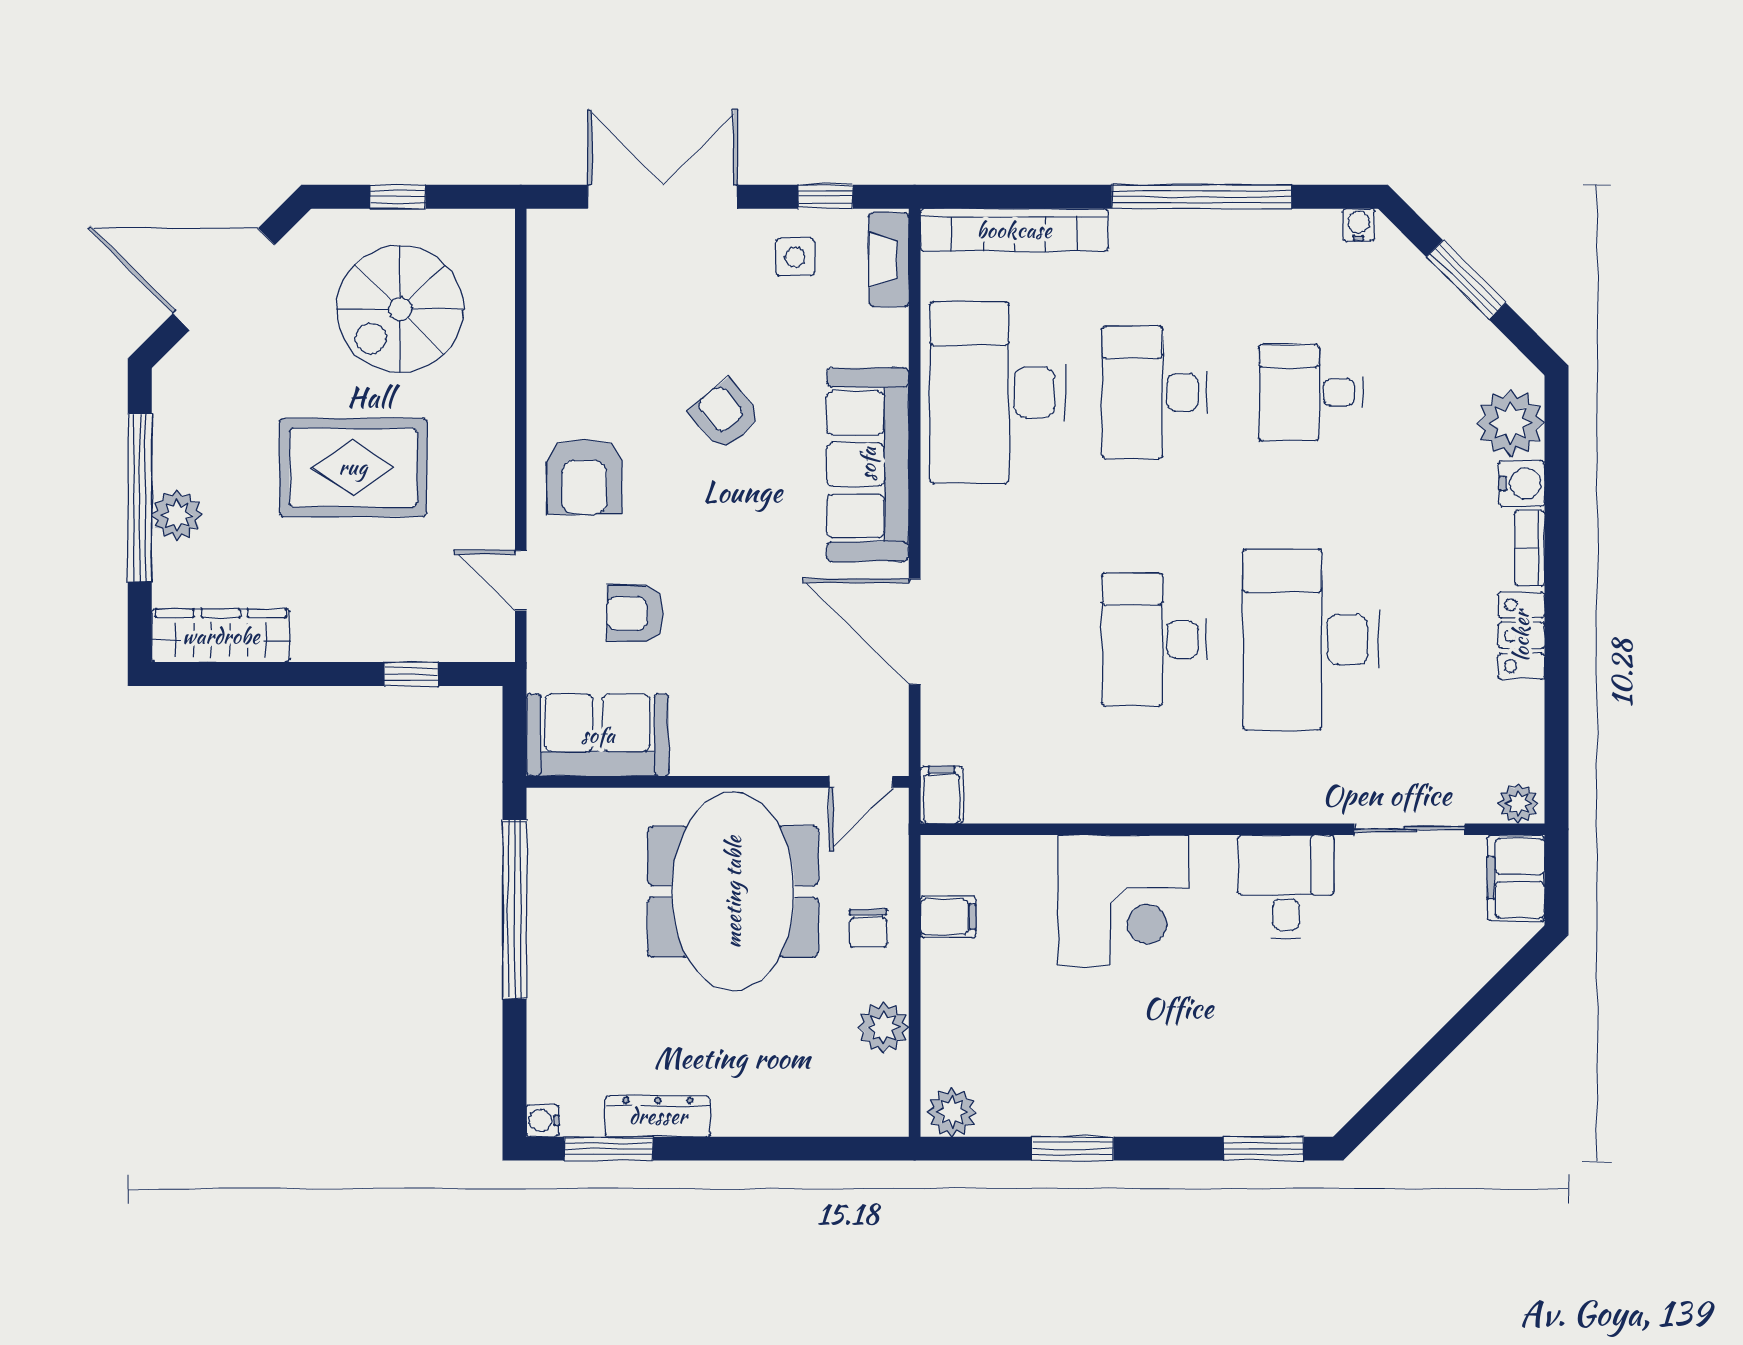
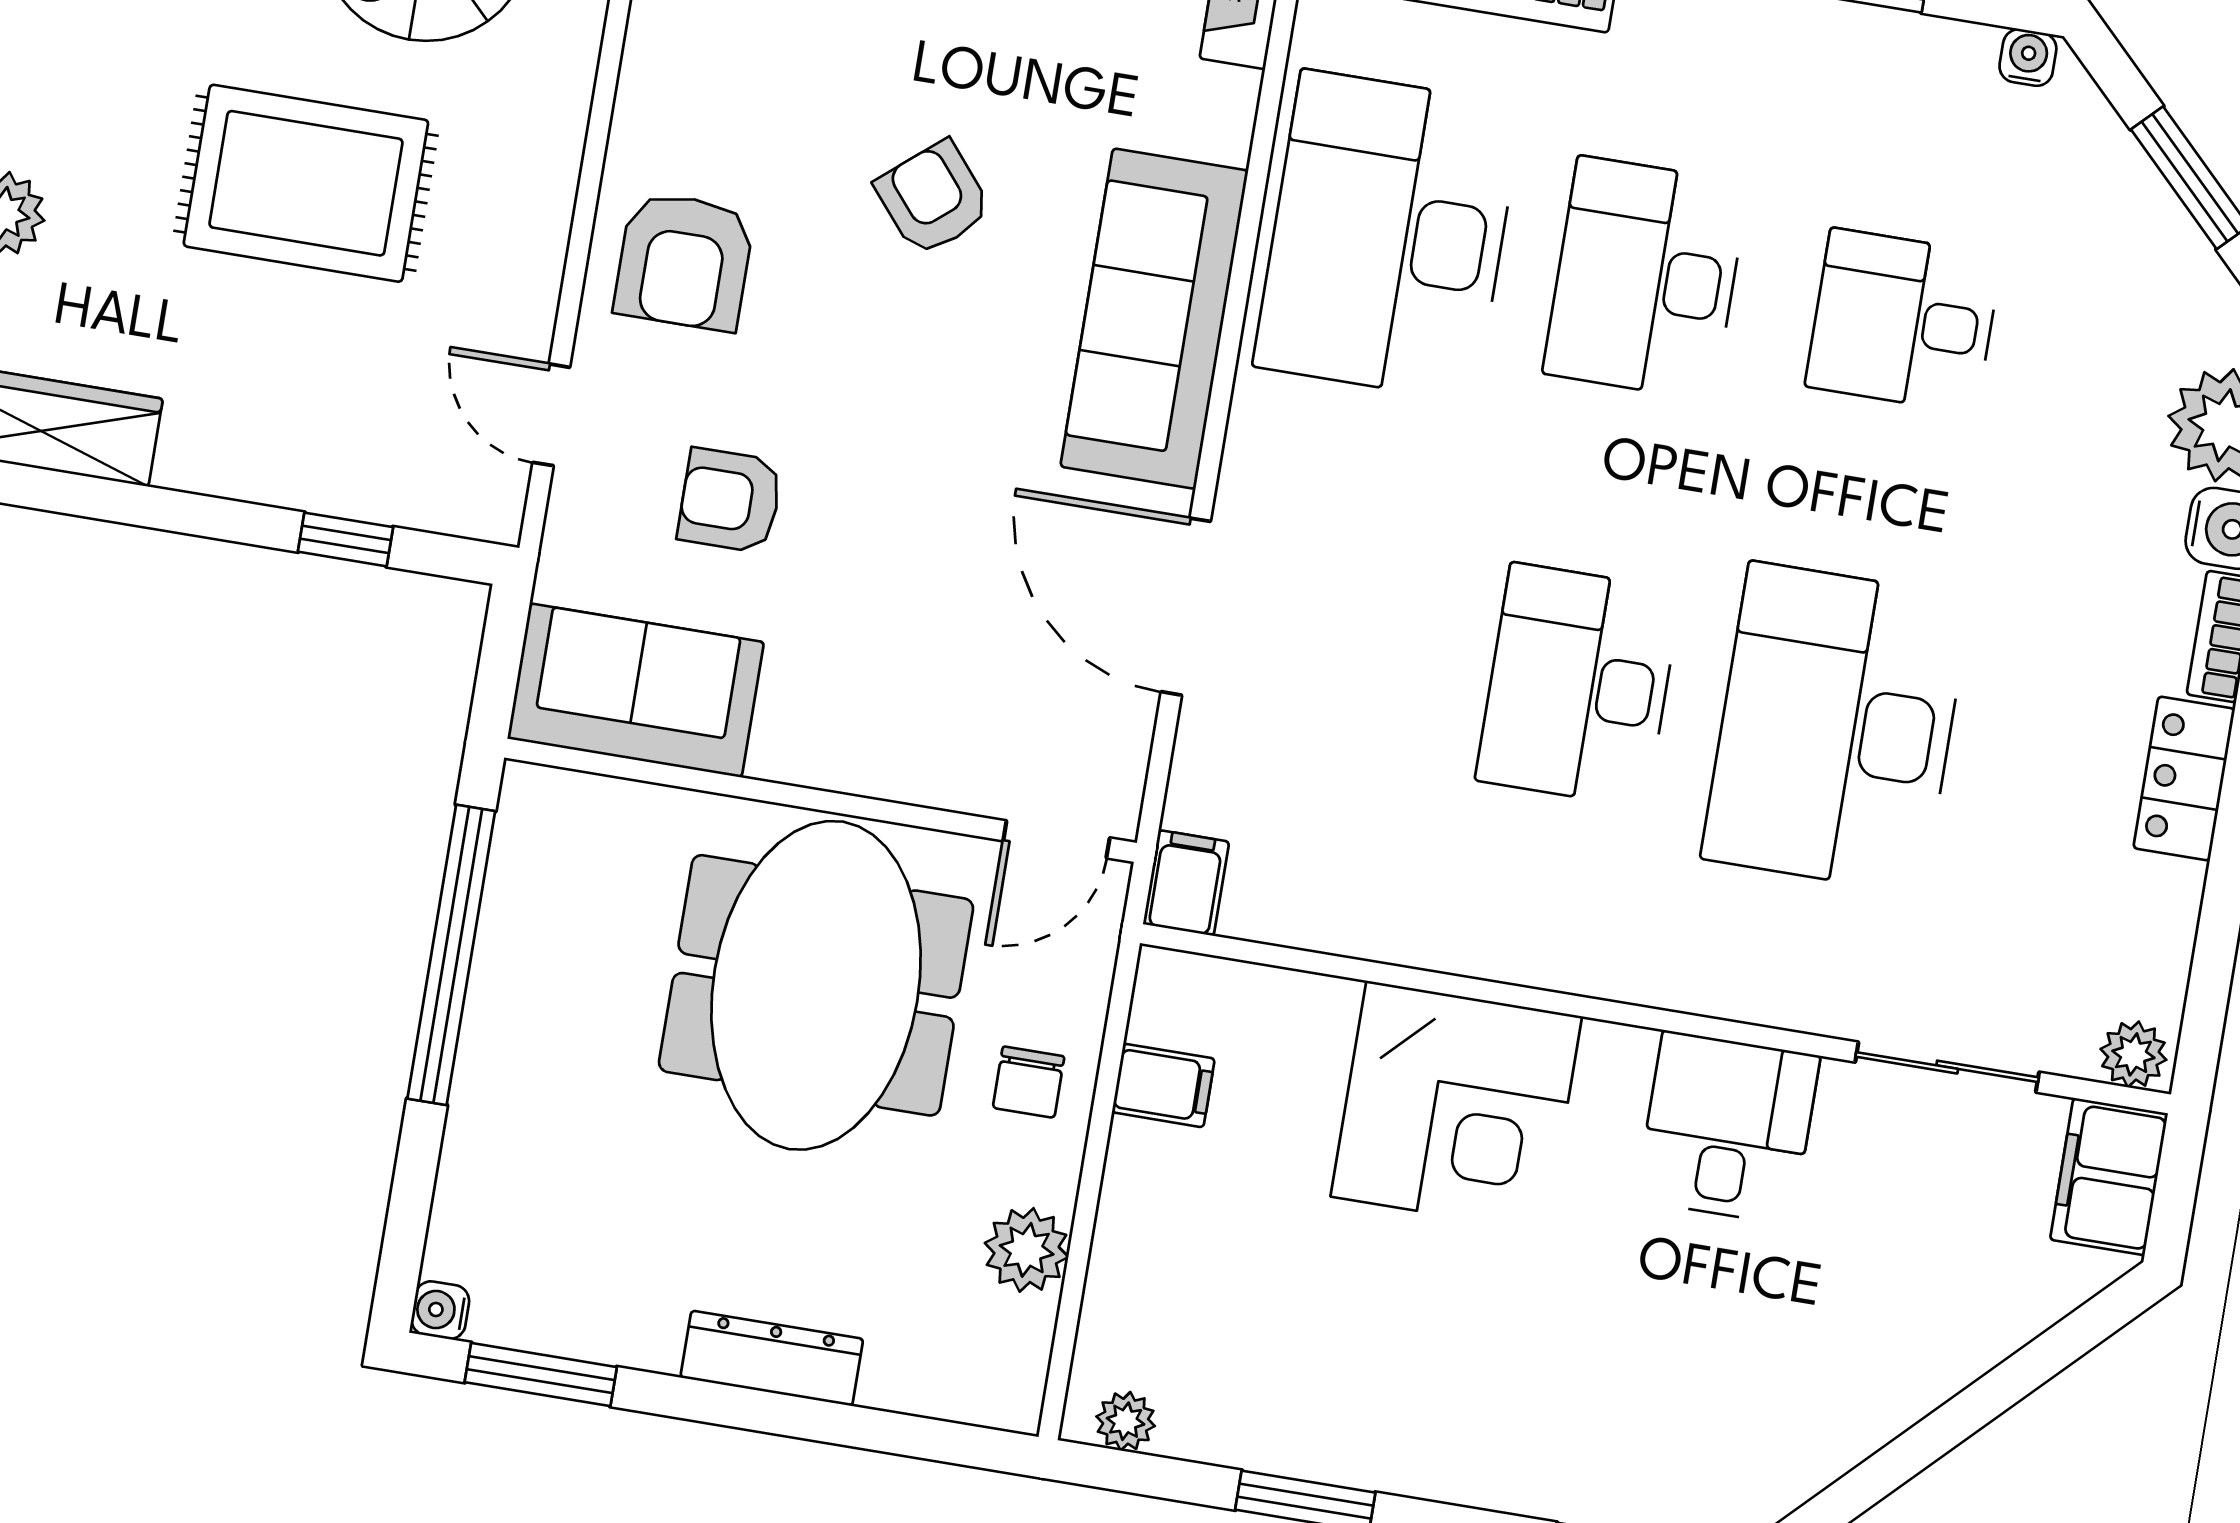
plant: (952, 1112) -> (1126, 1421), width x0.73, depth x0.73
dresser: (658, 1116) -> (772, 1358), moved

